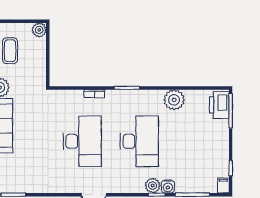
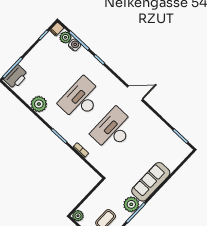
plant: (153, 186) -> (65, 37), moved
water cooler: (168, 186) -> (75, 45), moved

